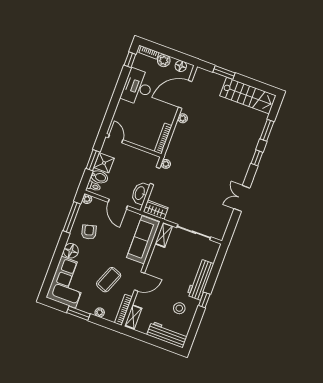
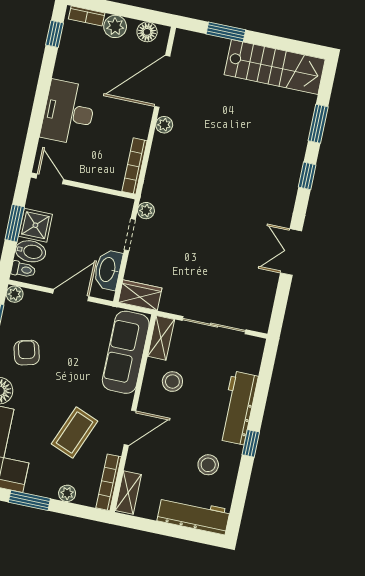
desk: (138, 87) -> (69, 113), moved
door: (118, 204) -> (71, 295), swing flipped
stool: (166, 260) -> (172, 382), added

